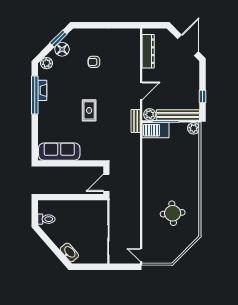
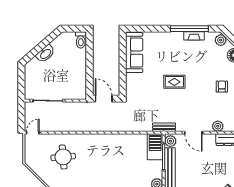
plant: (134, 66) -> (218, 126), added
round table: (173, 213) -> (63, 157), moved
toilet: (46, 219) -> (81, 40), moved
washbasin: (69, 252) -> (45, 54), moved

